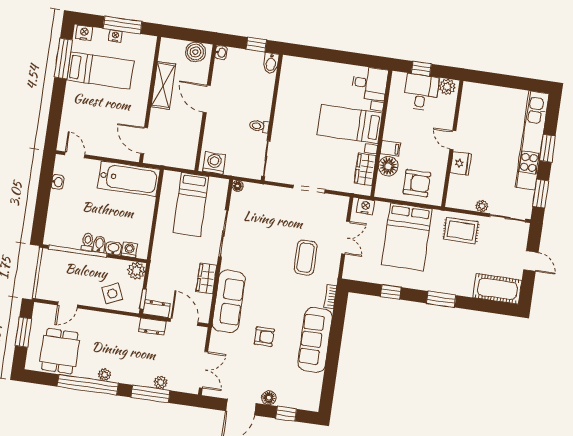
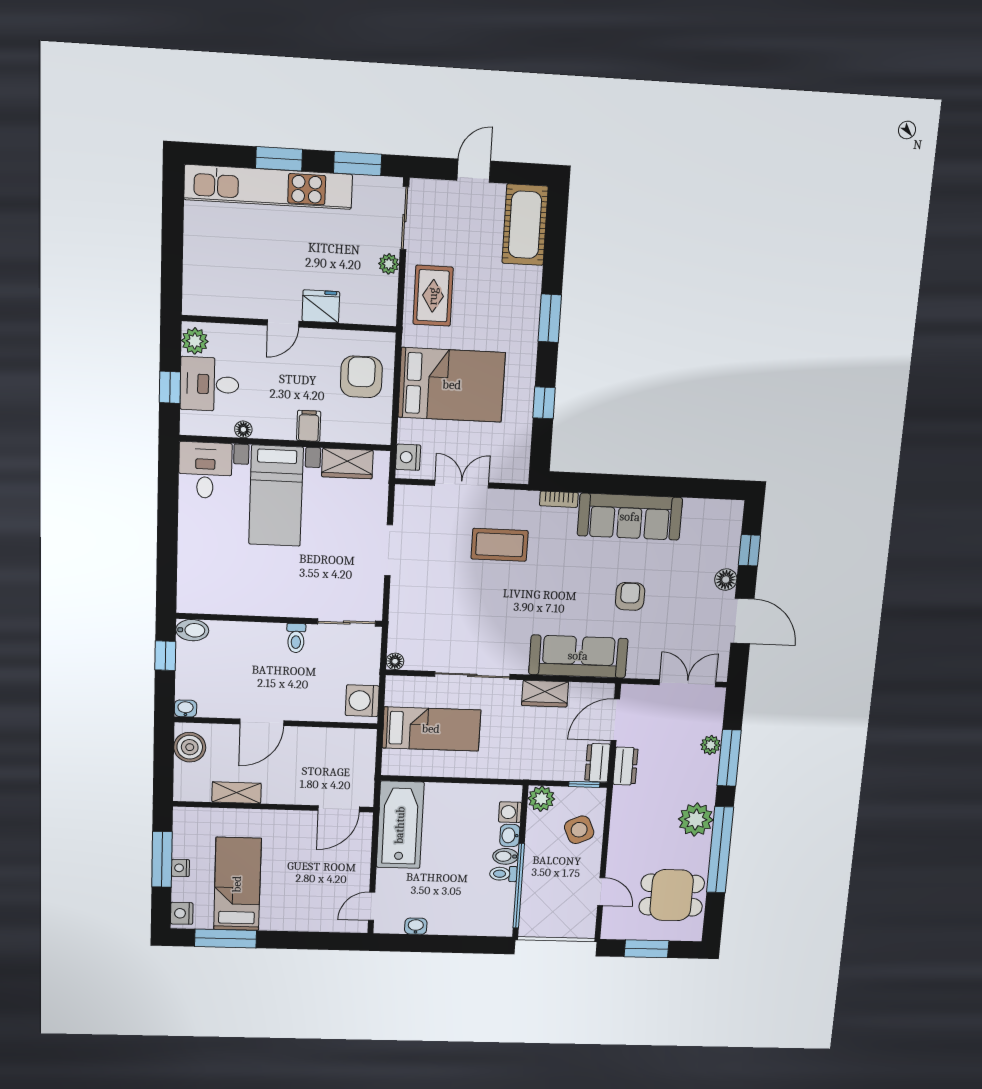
shelving: (163, 85) -> (237, 793), width x0.67, depth x0.75
floor lamp: (388, 166) -> (243, 429), moved, width x0.53, depth x0.53
plant: (104, 375) -> (696, 820), width x1.87, depth x1.87

